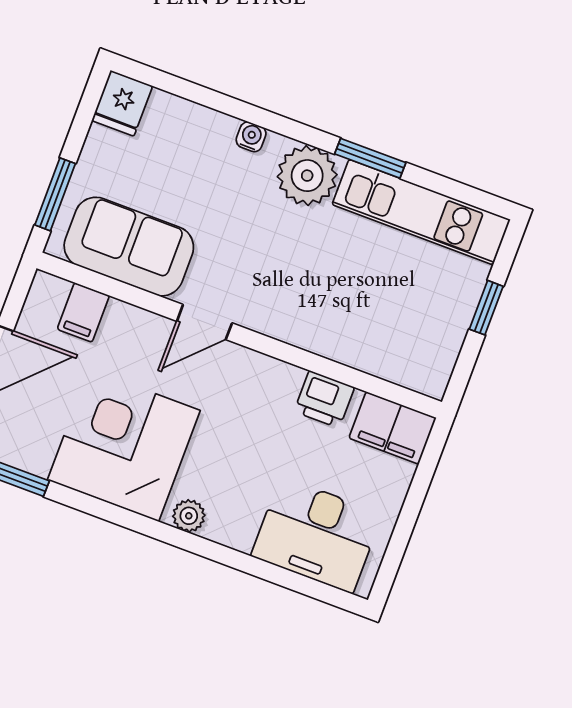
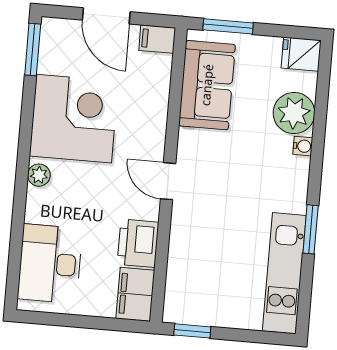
plant: (307, 176) -> (294, 113), moved
window: (486, 308) -> (192, 331), moved
filing cabinet: (83, 312) -> (157, 39), moved
door: (204, 322) -> (168, 181), moved
printer: (324, 399) -> (138, 243), width x1.36, depth x1.24

